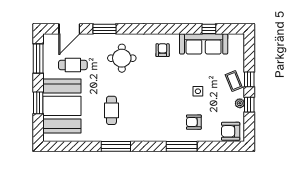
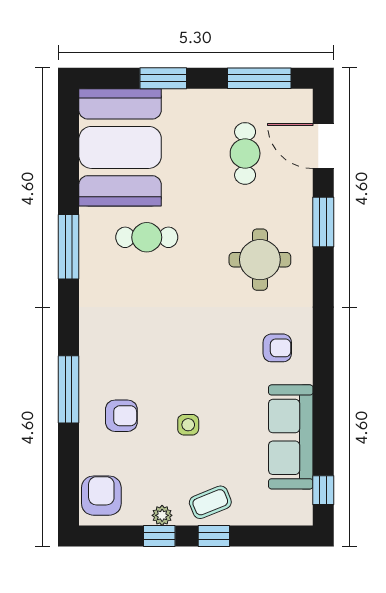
window: (209, 29) -> (323, 490), moved
booth: (62, 106) -> (120, 147), moved, turned 90
armchair: (194, 122) -> (121, 416), turned 90

